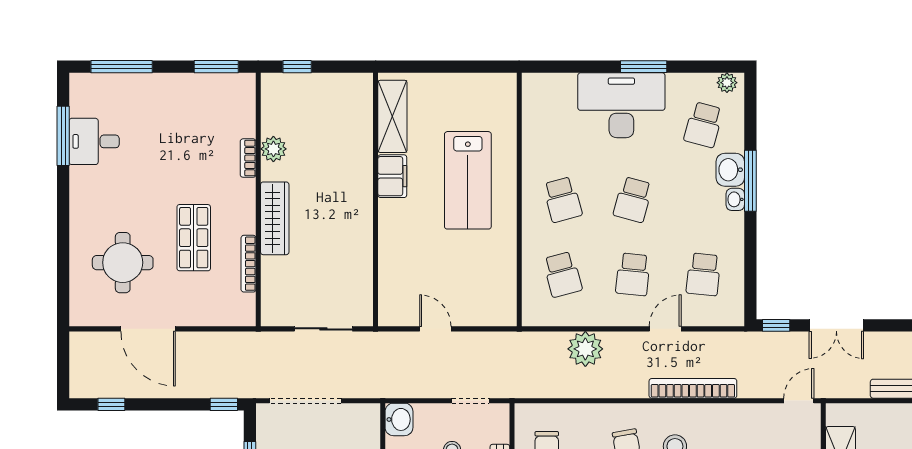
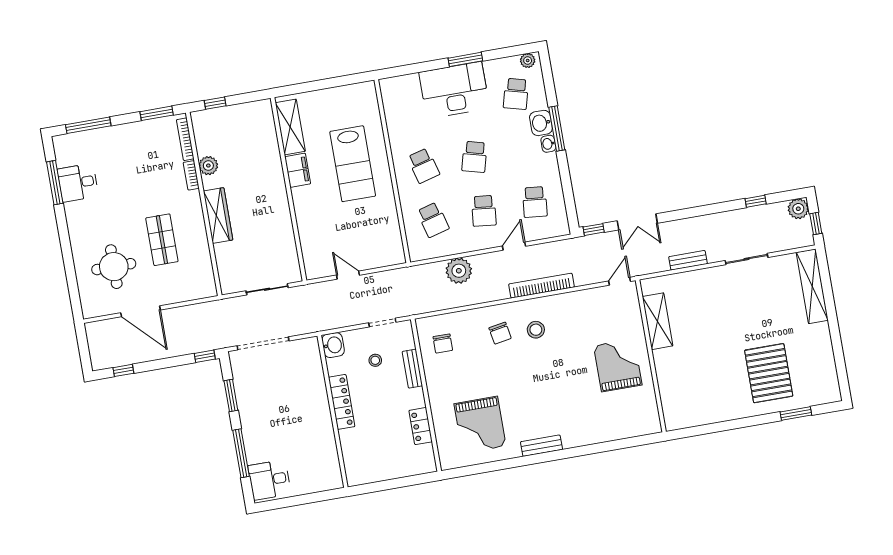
bookcase: (249, 264) -> (185, 139), moved

